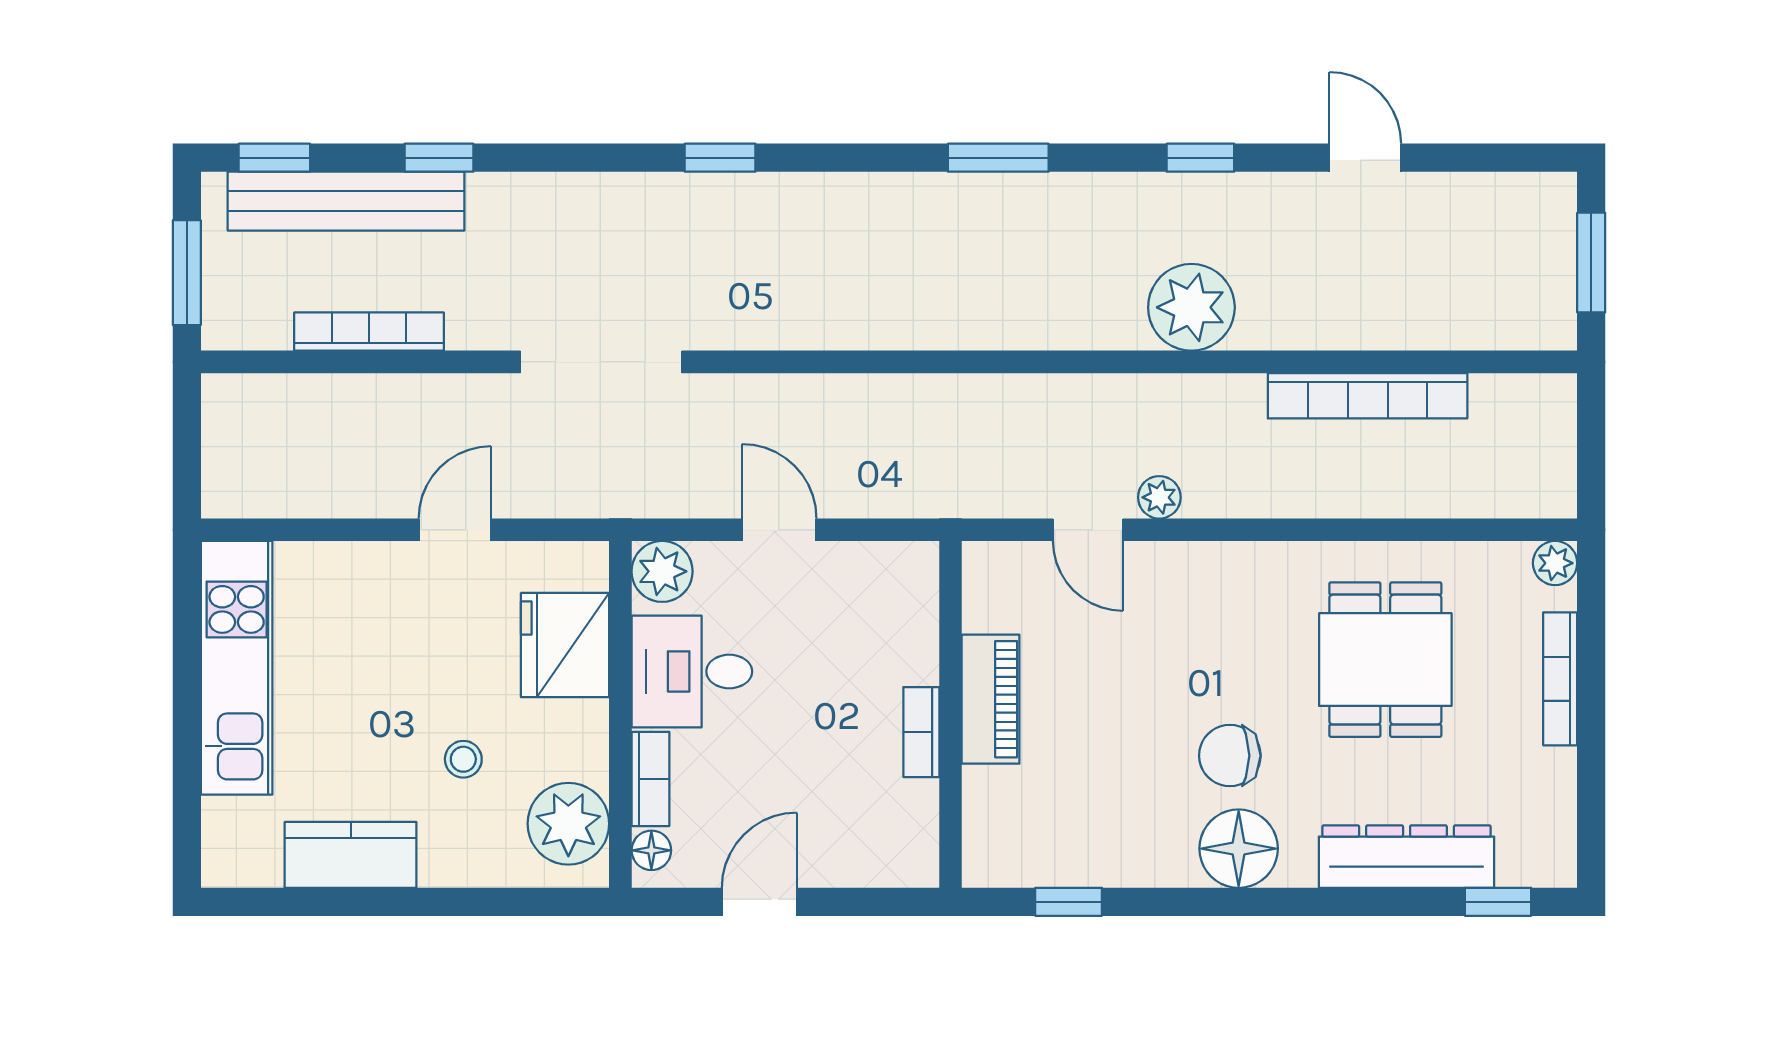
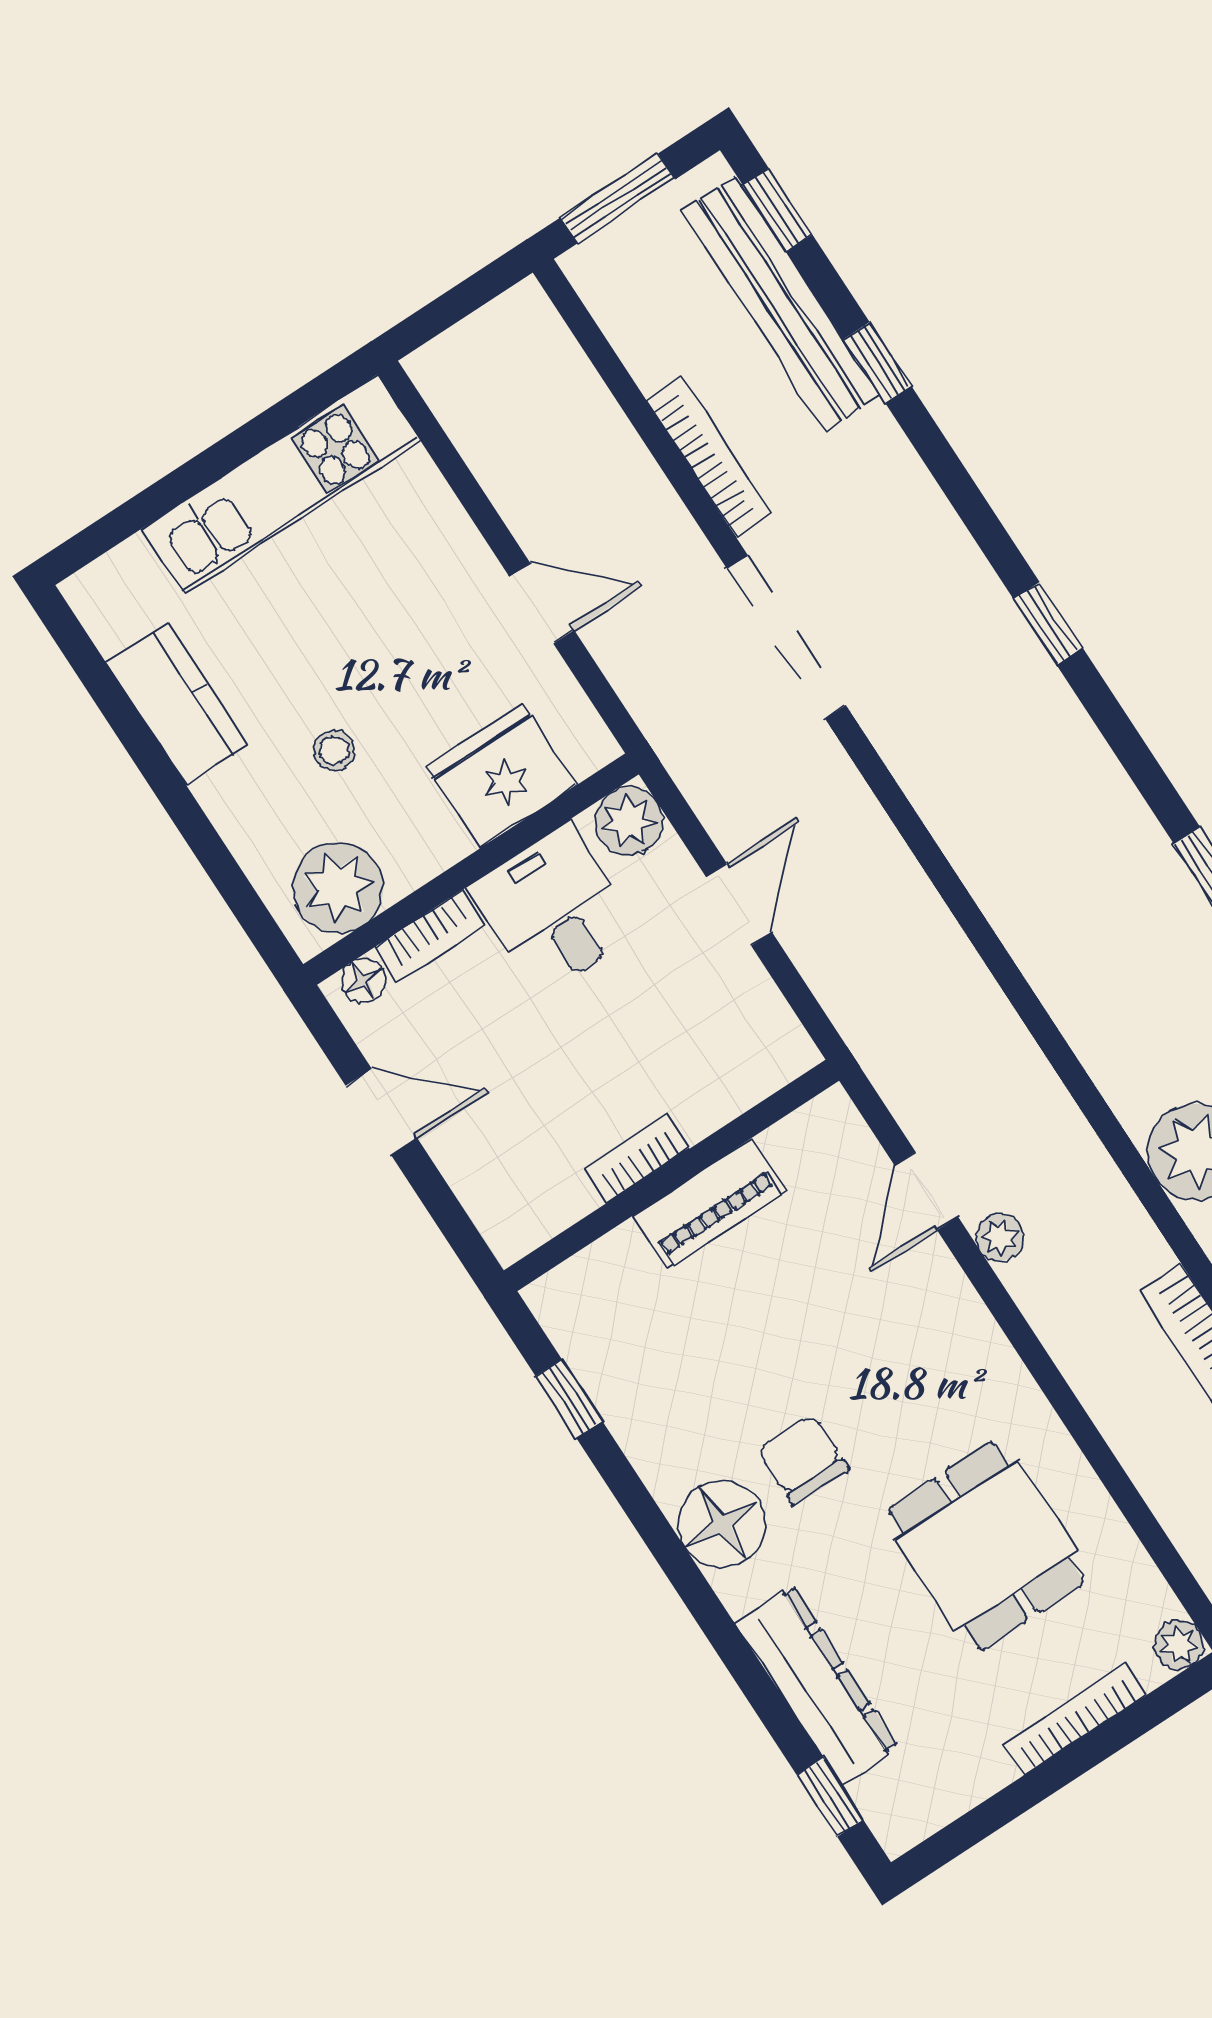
bookcase: (369, 332) -> (709, 457), moved
dining table: (1385, 660) -> (986, 1546), turned 90

